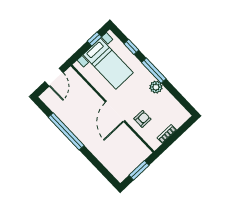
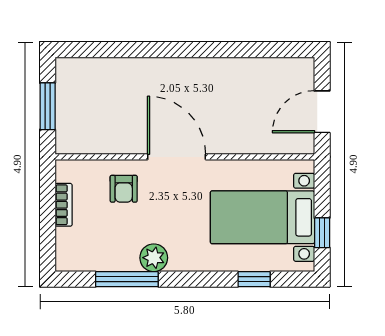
window: (154, 71) -> (127, 279), moved
door: (54, 77) -> (322, 112), hinge flipped
window: (66, 131) -> (218, 50), removed

